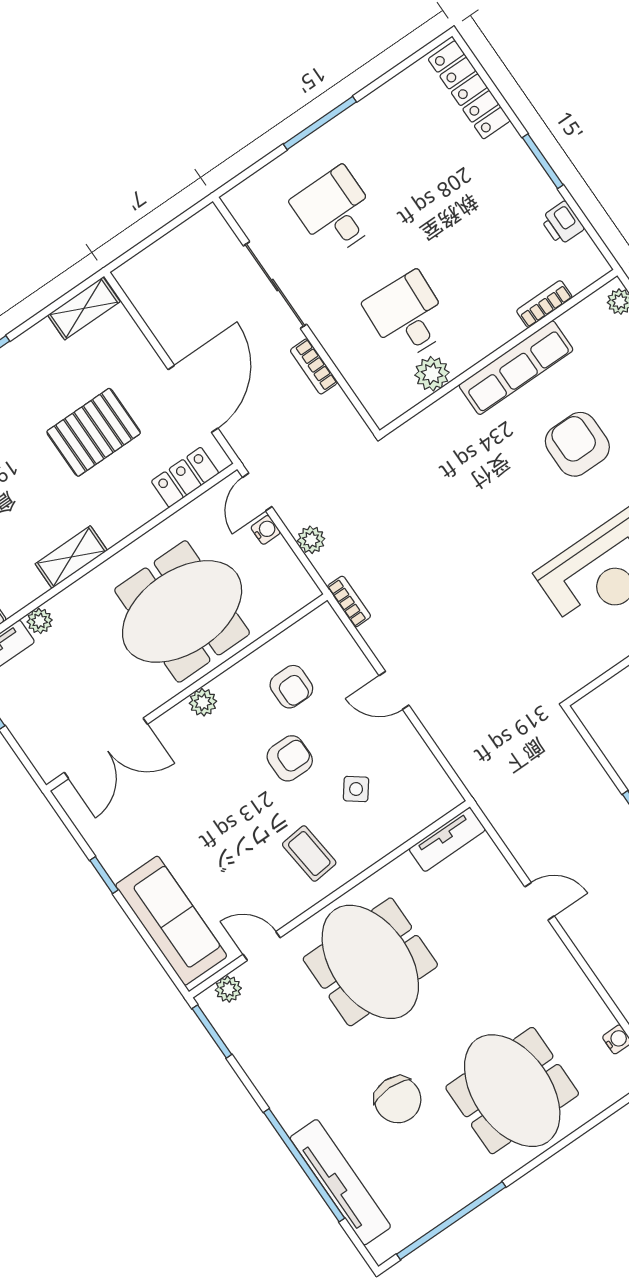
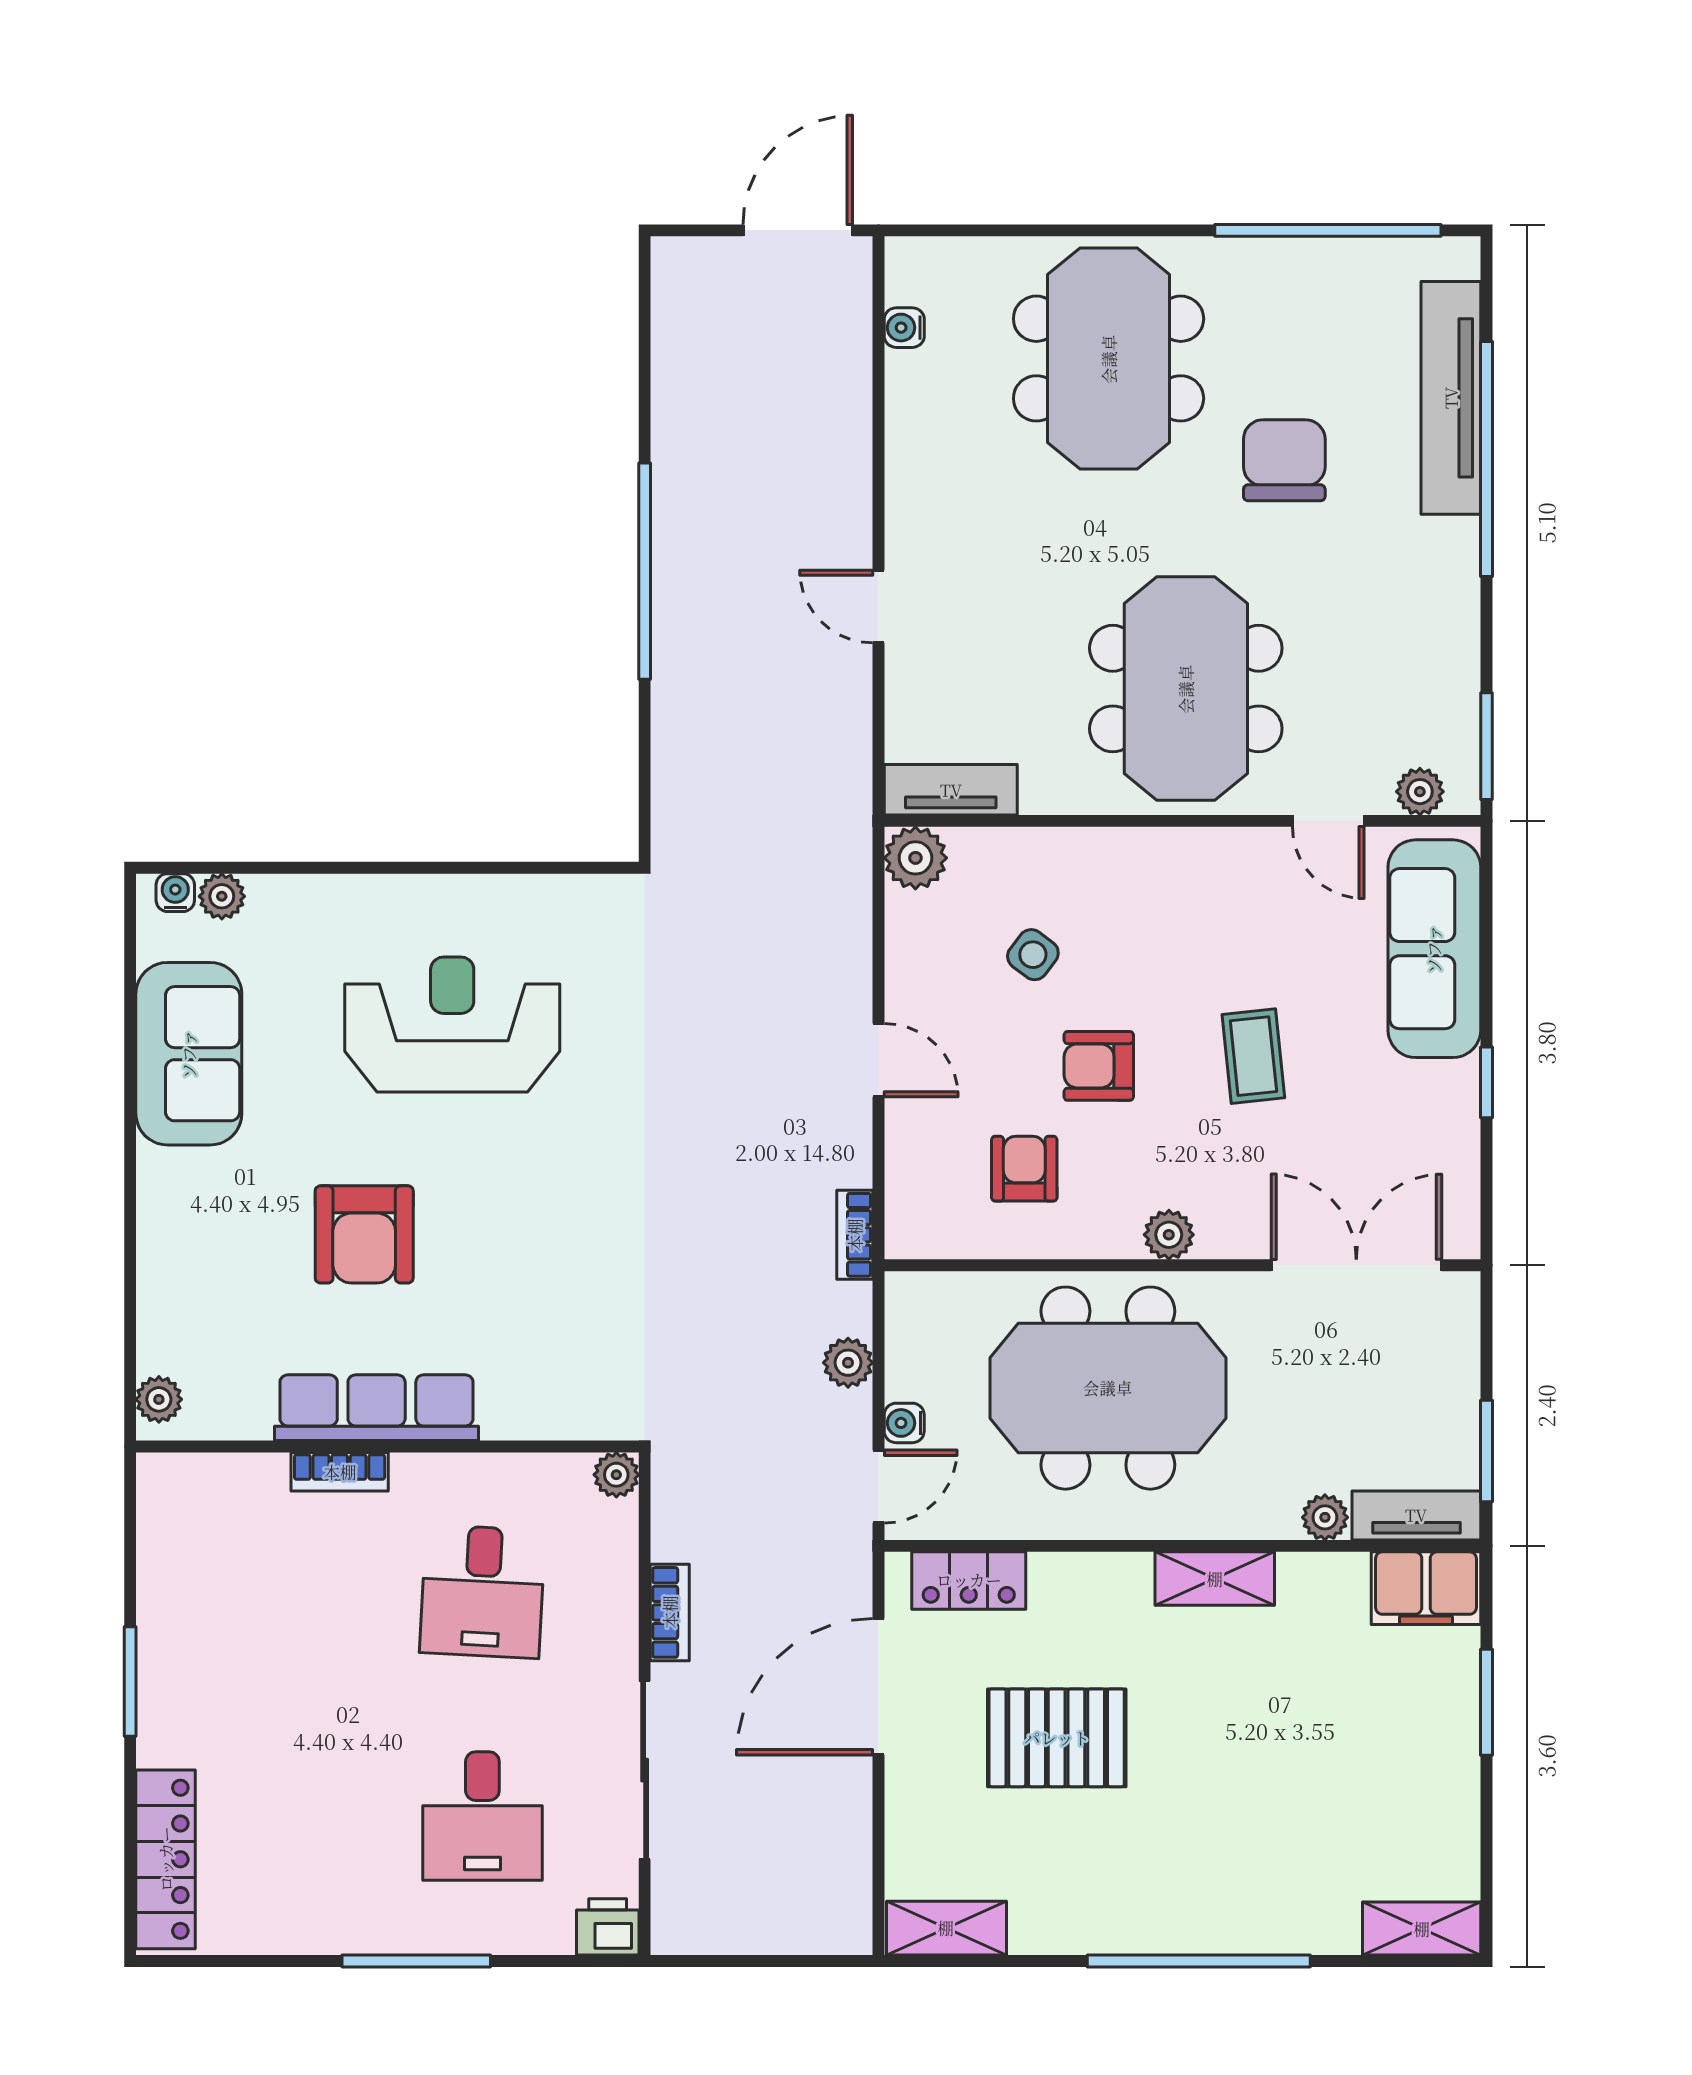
printer: (562, 223) -> (608, 1927), moved, turned -90
bookcase: (544, 304) -> (340, 1472), moved
plant: (432, 374) -> (616, 1475), moved, width x0.73, depth x0.73
plant: (442, 796) -> (915, 858), added
coffee table: (309, 854) -> (1253, 1056), moved

